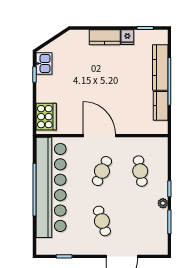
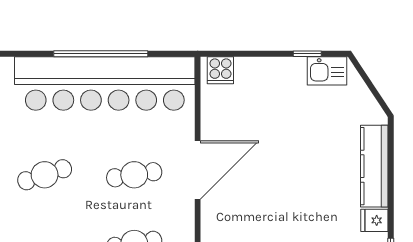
kitchen counter: (105, 37) -> (374, 166), width x1.50
cooker: (46, 117) -> (220, 70), width x0.53, depth x0.76
cafe table: (102, 171) -> (134, 175), turned -33

